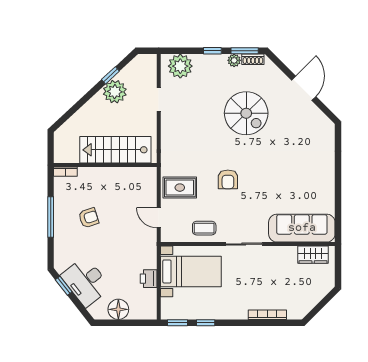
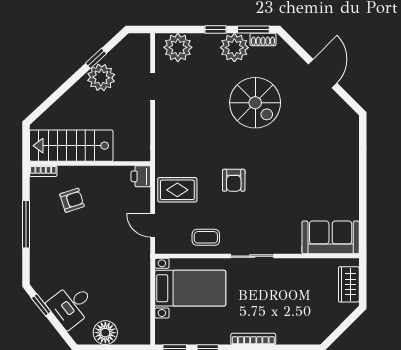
plant: (234, 60) -> (234, 48), width x1.88, depth x1.88
stairs: (115, 150) -> (71, 146), moved
armchair: (89, 218) -> (72, 200), moved
sofa: (302, 228) -> (331, 237), width x0.73
wardrobe: (313, 255) -> (349, 284), moved, turned 90
printer: (149, 279) -> (141, 176), moved
desk: (86, 282) -> (71, 305), width x0.73
bookcase: (267, 315) -> (253, 339), moved

